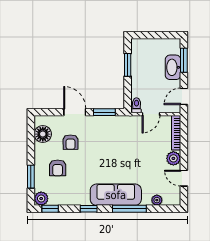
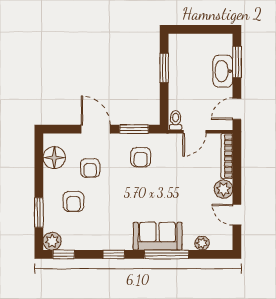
armchair: (109, 134) -> (141, 157), added
sofa: (116, 195) -> (158, 236), width x0.73

